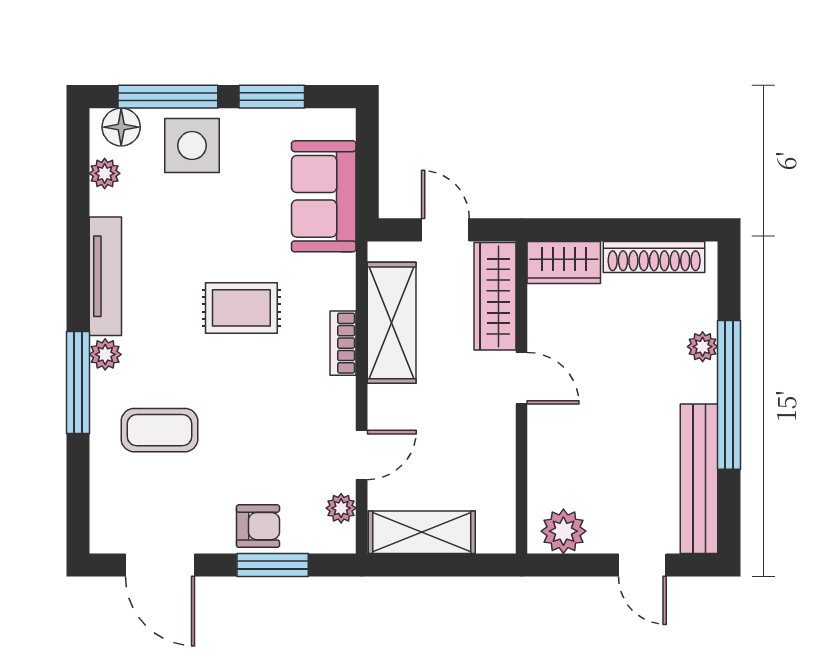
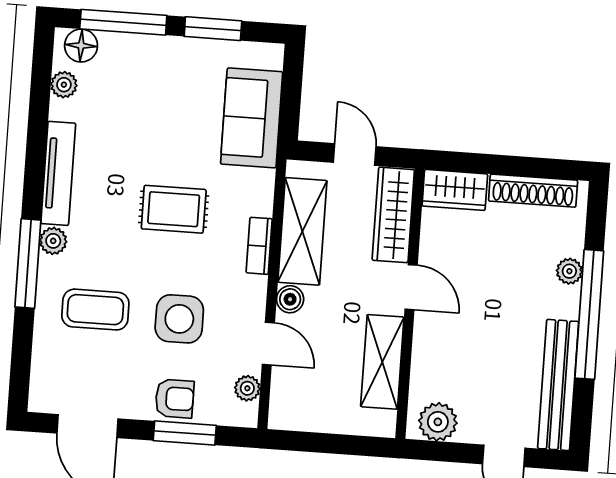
side table: (192, 146) -> (179, 319), moved
boiler: (383, 402) -> (290, 299), added
door: (362, 455) -> (268, 344), hinge flipped
shelving: (422, 532) -> (382, 362), moved, turned 90

